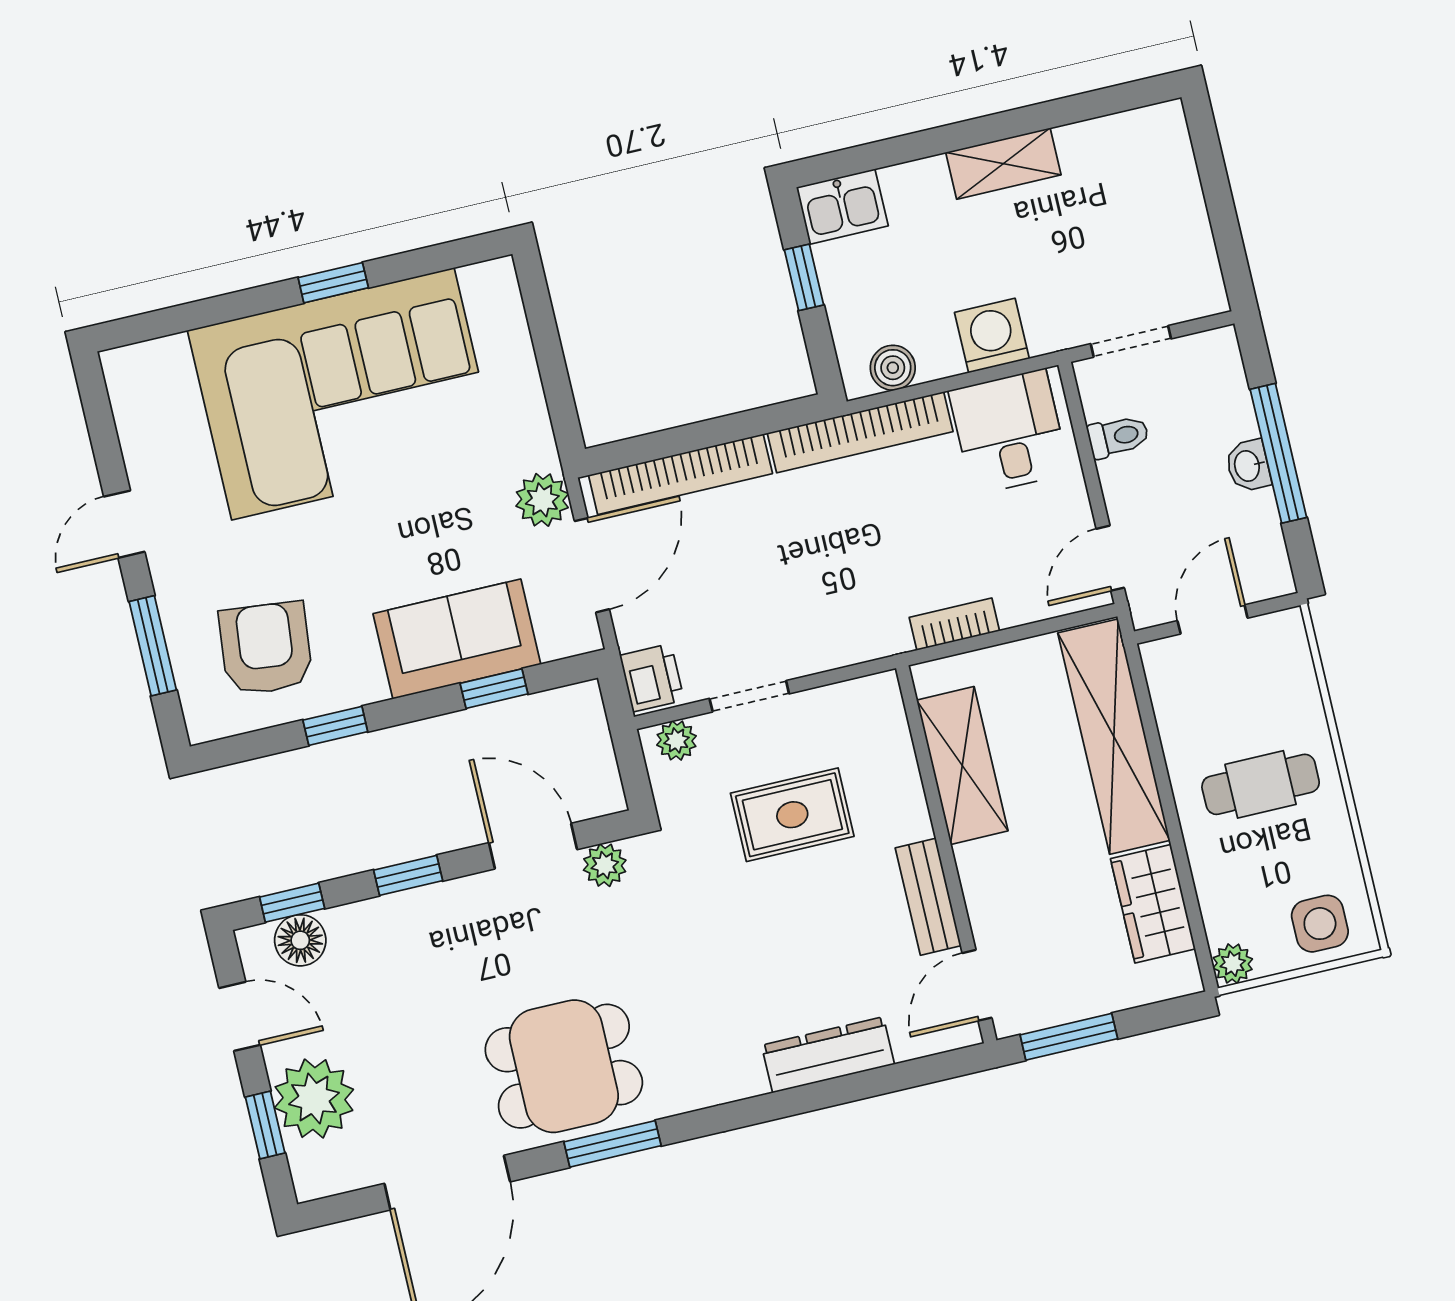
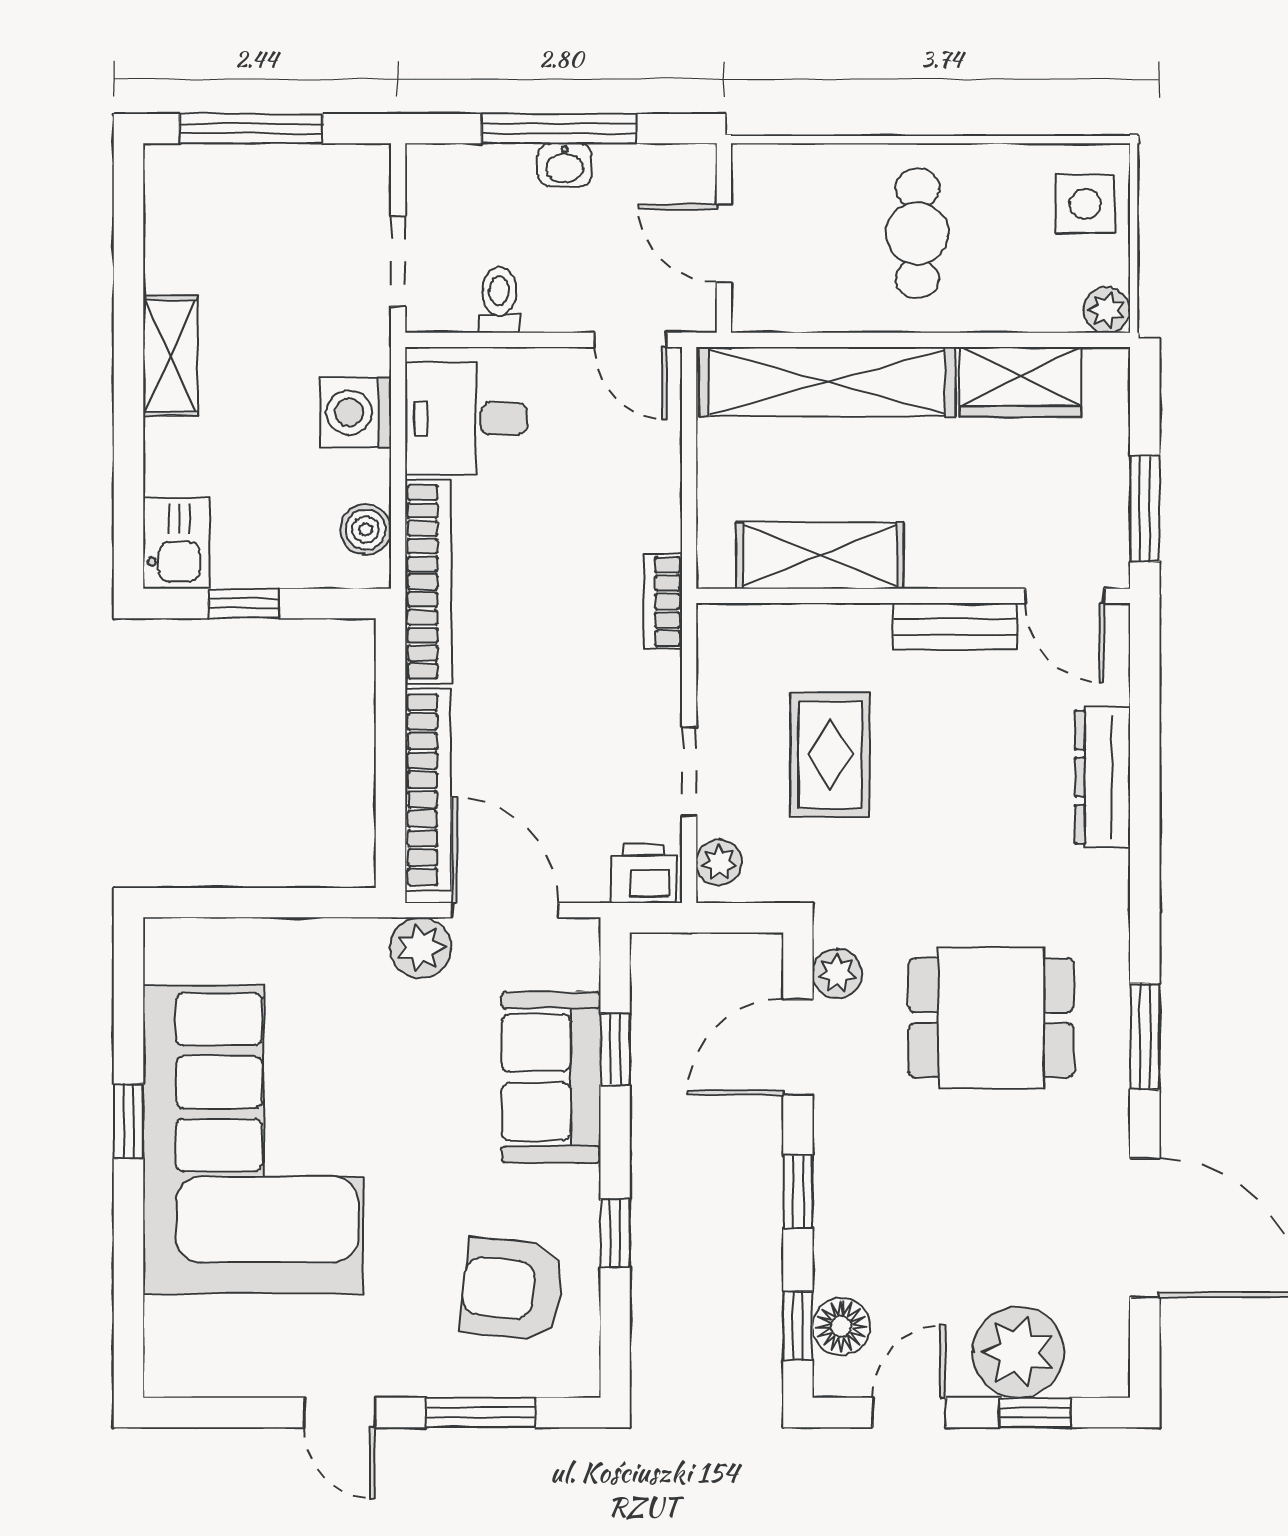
window: (1216, 187) -> (251, 129), added
bookcase: (954, 624) -> (663, 602), moved
dining table: (564, 1066) -> (991, 1018), moved, turned 90

